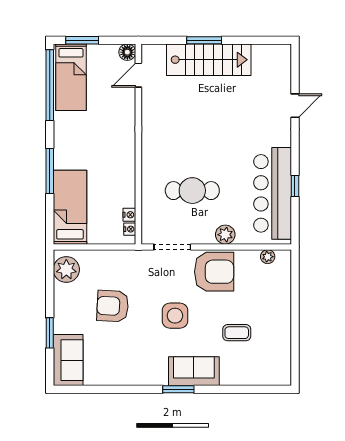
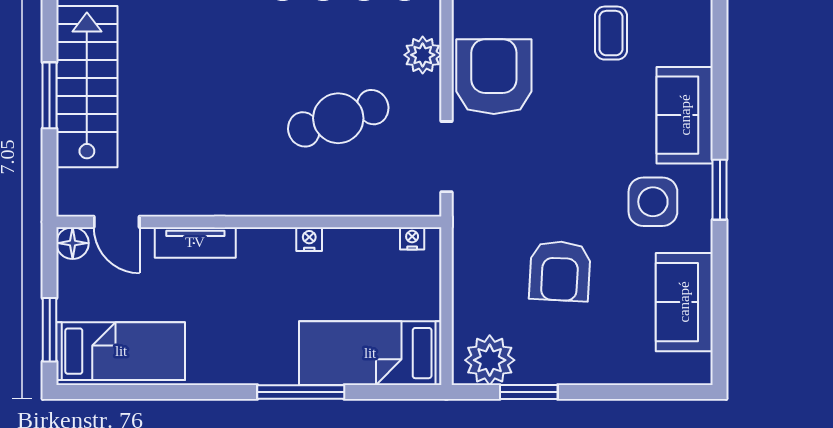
window: (50, 85) -> (136, 392), removed
tv unit: (128, 116) -> (195, 242), added
cafe table: (192, 191) -> (338, 118), turned 72
nightstand: (129, 215) -> (309, 239), moved
side table: (175, 316) -> (653, 202), moved
window: (50, 333) -> (529, 392), moved
sofa: (68, 360) -> (684, 302), moved, turned -90
window: (178, 389) -> (720, 190), moved

